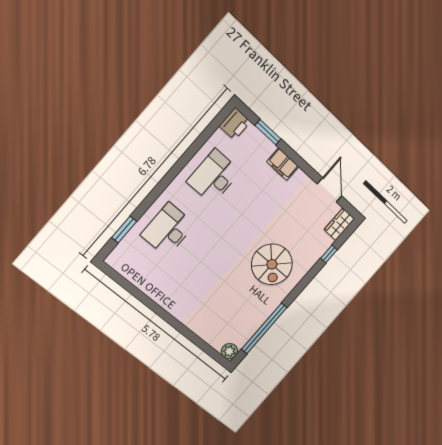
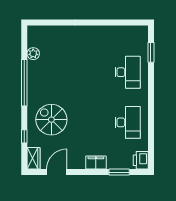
door: (330, 190) -> (57, 172), swing flipped
spiral stairs: (272, 264) -> (51, 120), moved
window: (264, 328) -> (24, 83), moved
plant: (229, 351) -> (33, 54), moved

